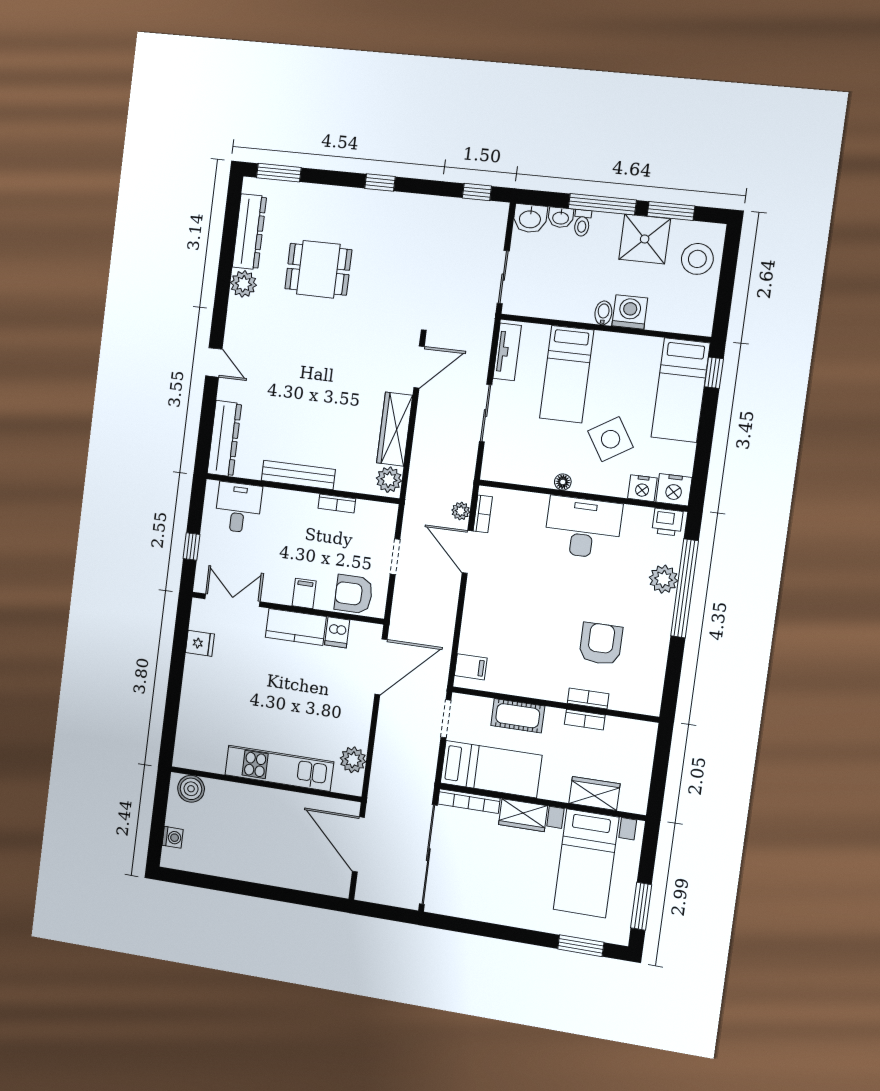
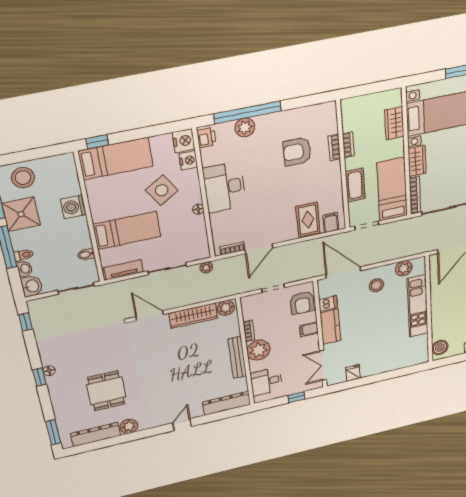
floor lamp: (385, 199) -> (49, 371), added
bidet: (603, 313) -> (86, 255), moved
plant: (298, 509) -> (258, 350), added
plant: (461, 511) -> (206, 268), moved
rug: (488, 634) -> (308, 220), added
stool: (340, 712) -> (376, 285), added

